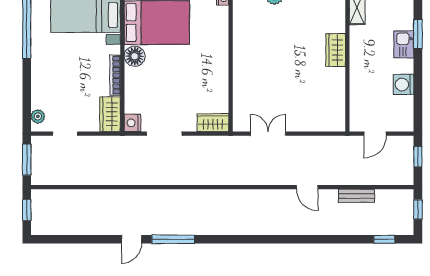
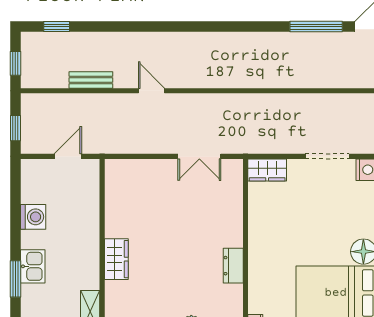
dresser: (241, 45) -> (233, 266), added

